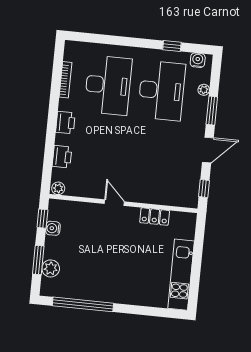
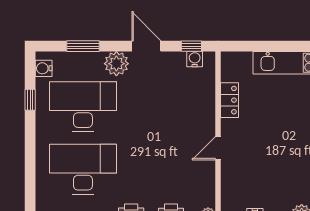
plant: (204, 90) -> (116, 64), moved, width x1.88, depth x1.88
window: (212, 111) -> (83, 46), moved
water cooler: (193, 190) -> (195, 59), added

